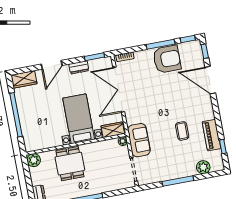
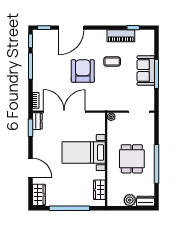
armchair: (167, 59) -> (83, 71), moved
dresser: (79, 67) -> (37, 121), moved
double door: (119, 90) -> (64, 112), swing flipped
wardrobe: (113, 130) -> (99, 190), moved
sofa: (139, 140) -> (146, 71), moved, turned -90
plant: (34, 160) -> (130, 200), moved
dining table: (70, 164) -> (132, 159), moved, turned 90
plant: (203, 167) -> (148, 49), removed

